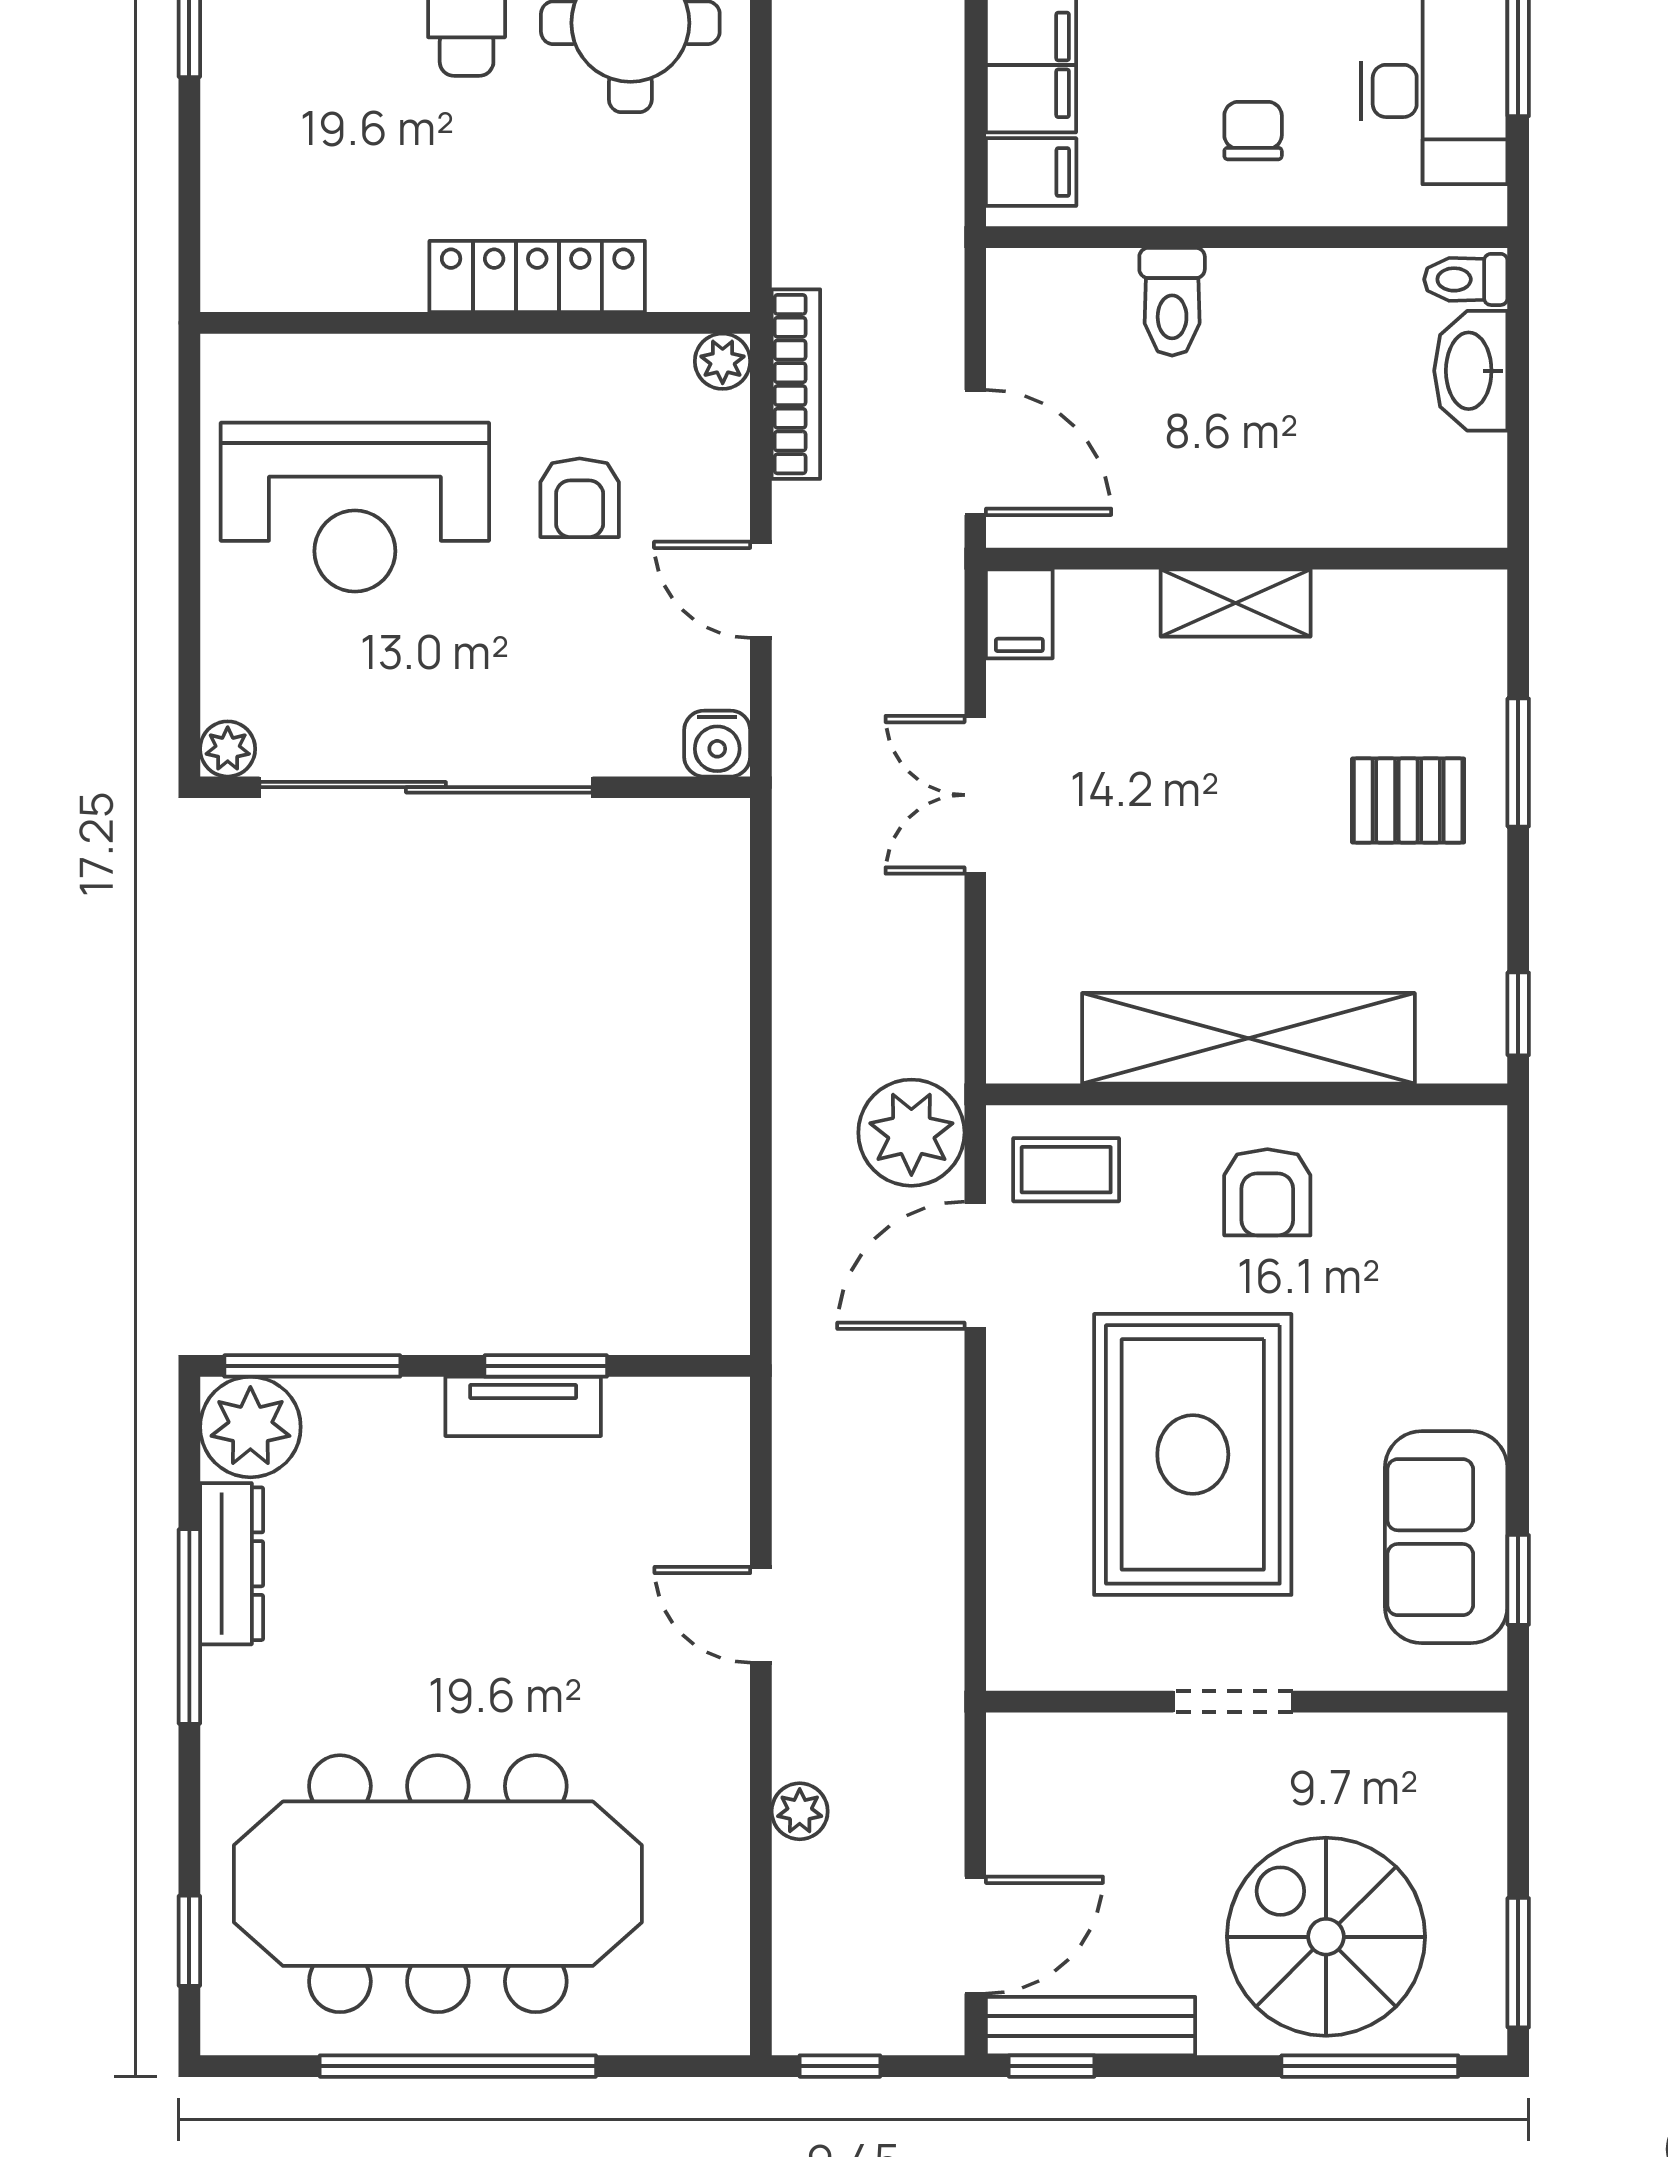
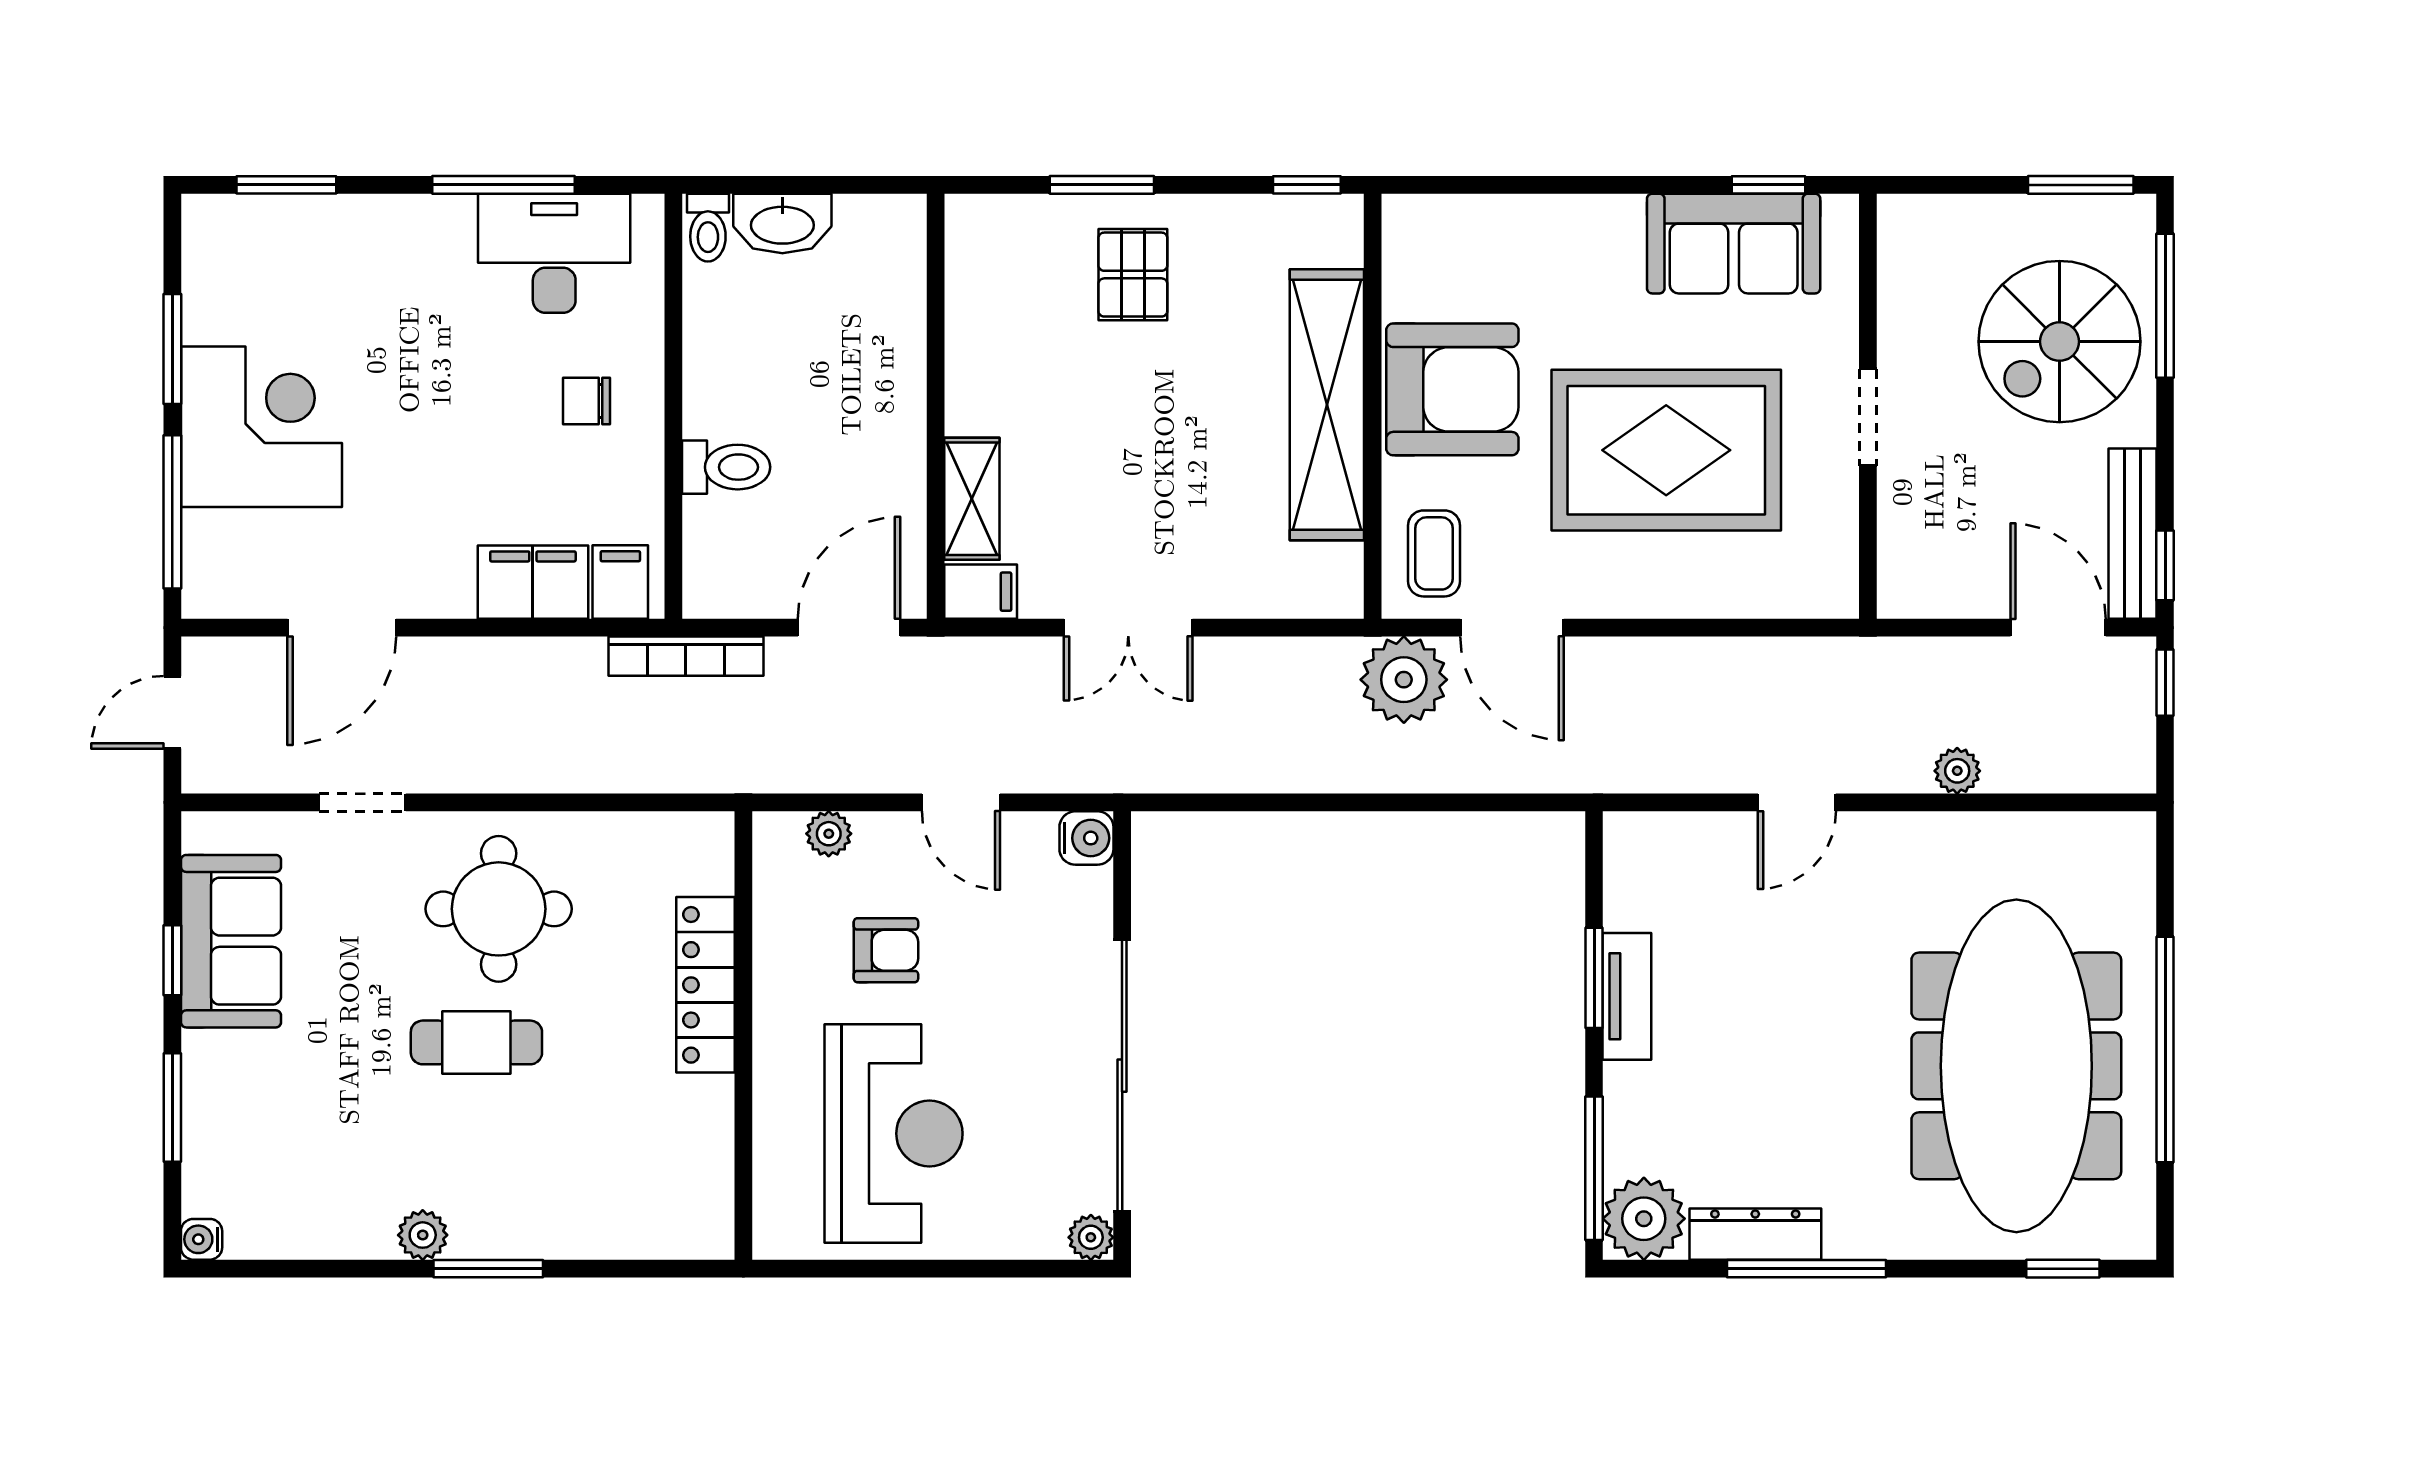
plant: (723, 361) -> (829, 834), moved
bookcase: (796, 384) -> (686, 656), moved, turned 180
door: (761, 590) -> (961, 802), hinge flipped
shelving: (1236, 603) -> (972, 499), moved
armchair: (1267, 1192) -> (1452, 389), width x1.88, depth x1.88
window: (840, 2066) -> (2165, 683), moved

